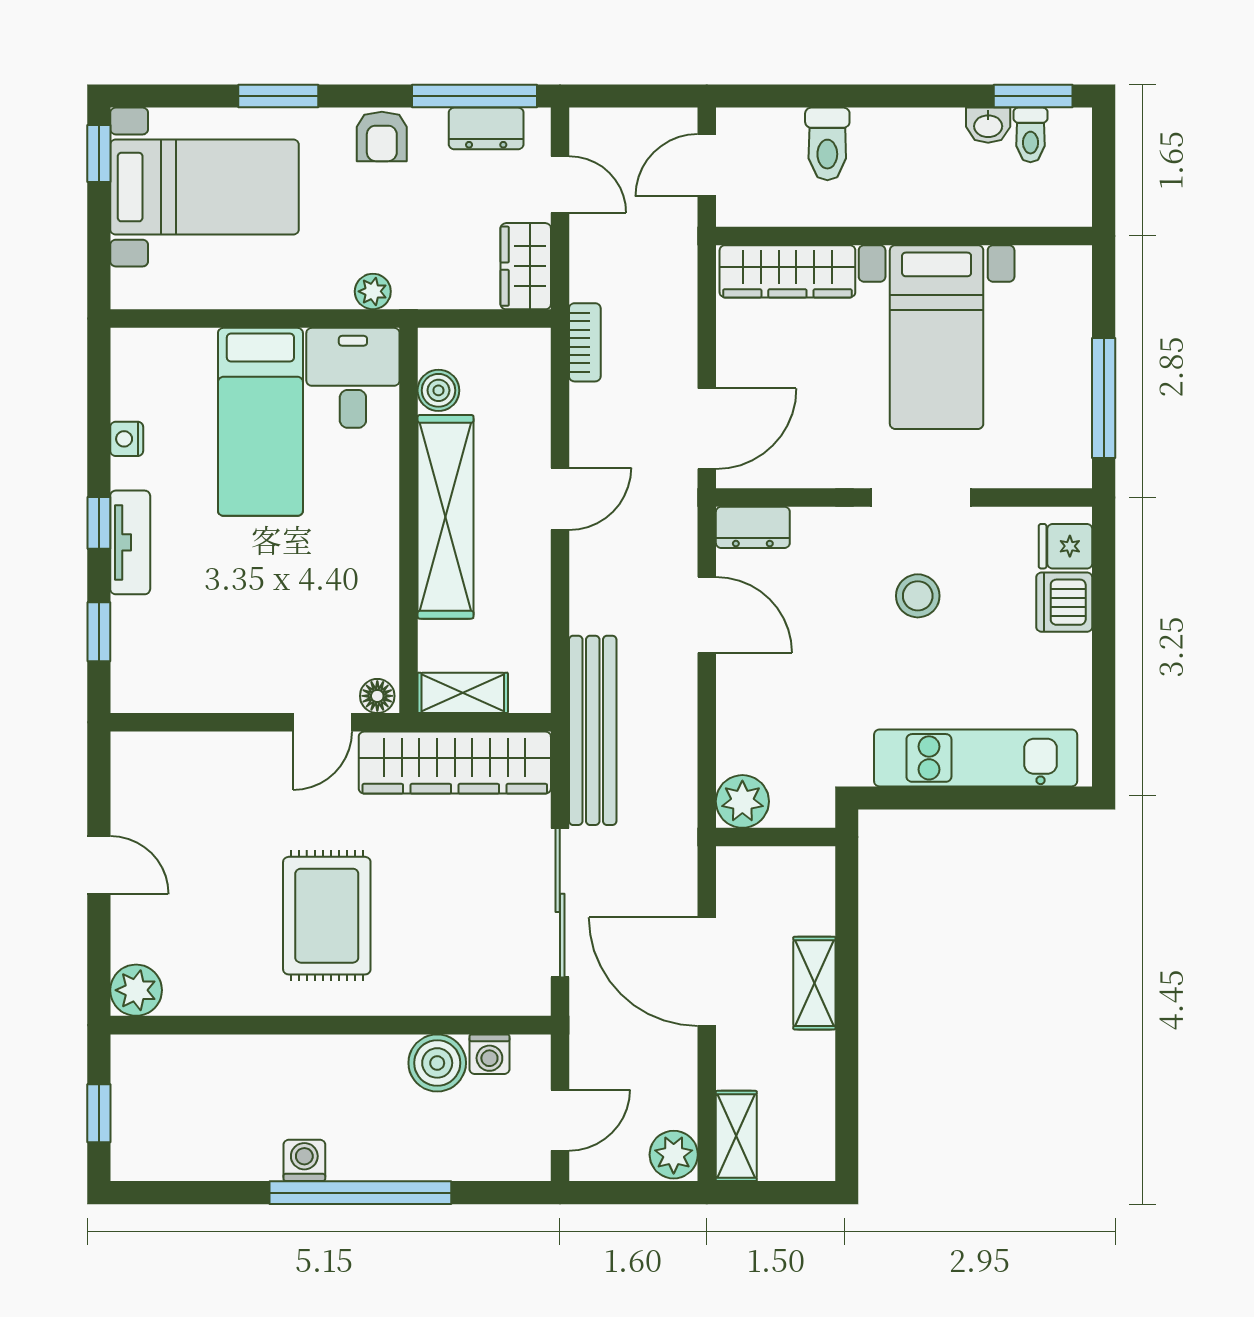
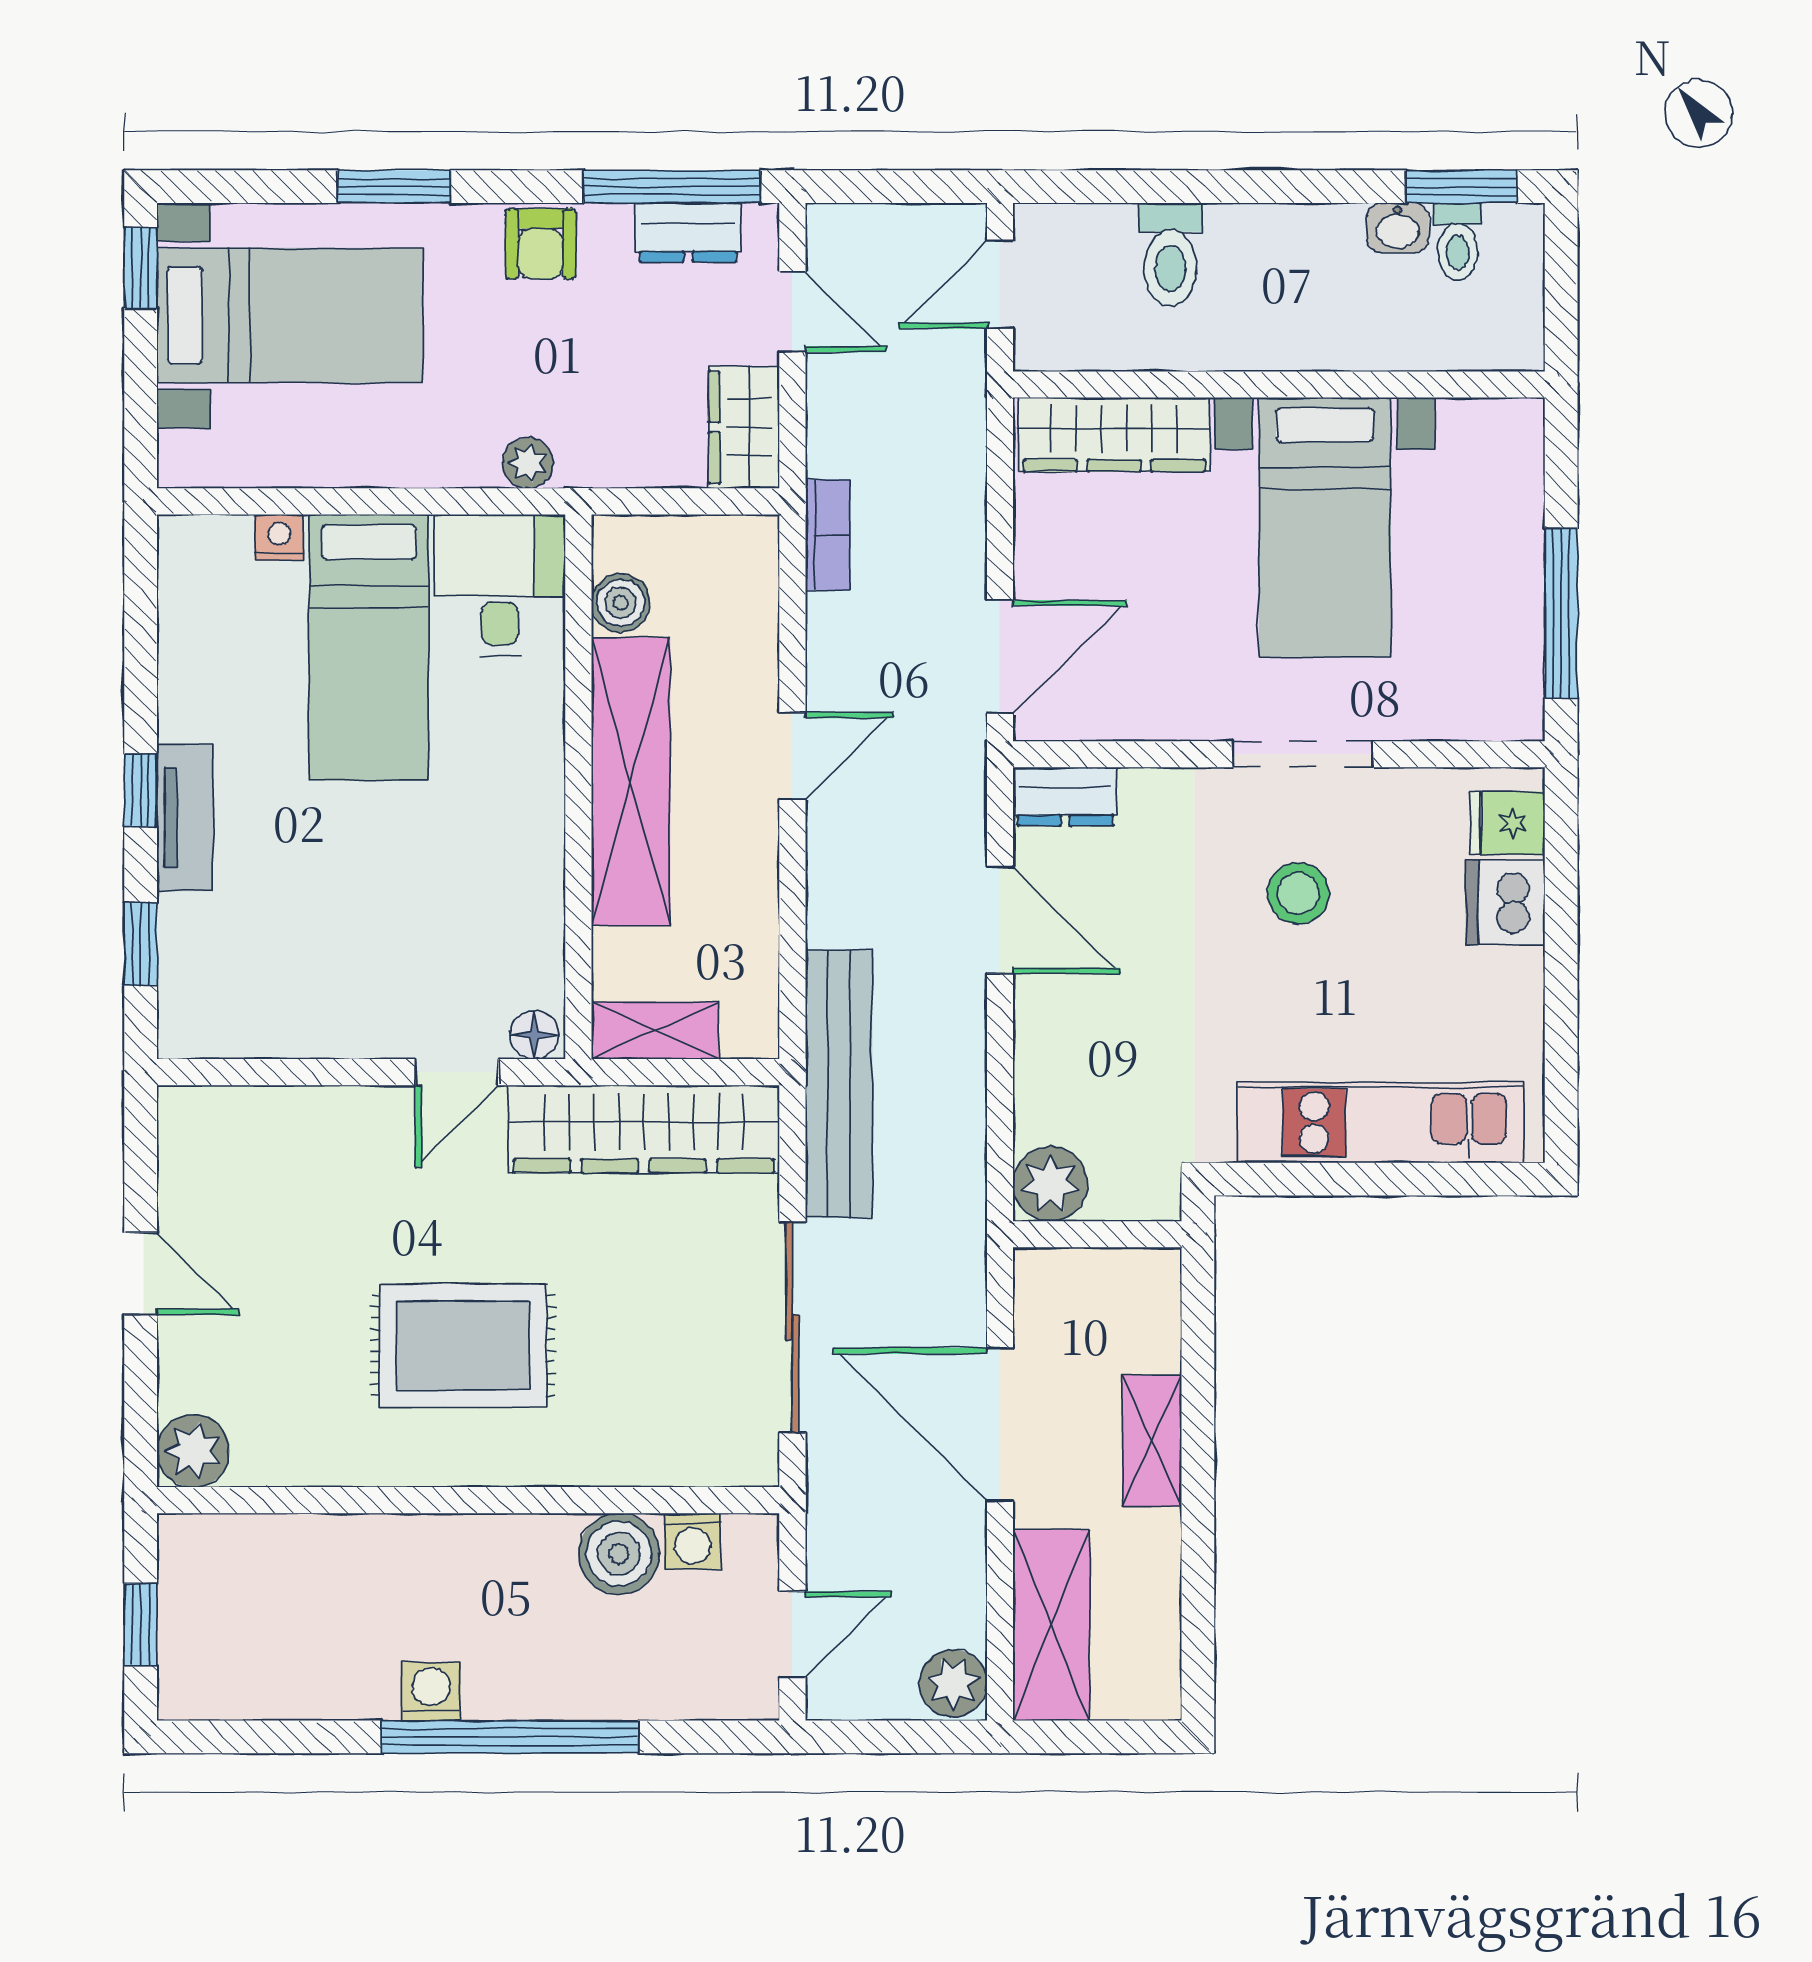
nightstand: (127, 439) -> (279, 537), moved, turned 90
rug: (327, 916) -> (463, 1345), turned 90
shelving: (736, 1136) -> (1051, 1625), width x1.50, depth x1.33

